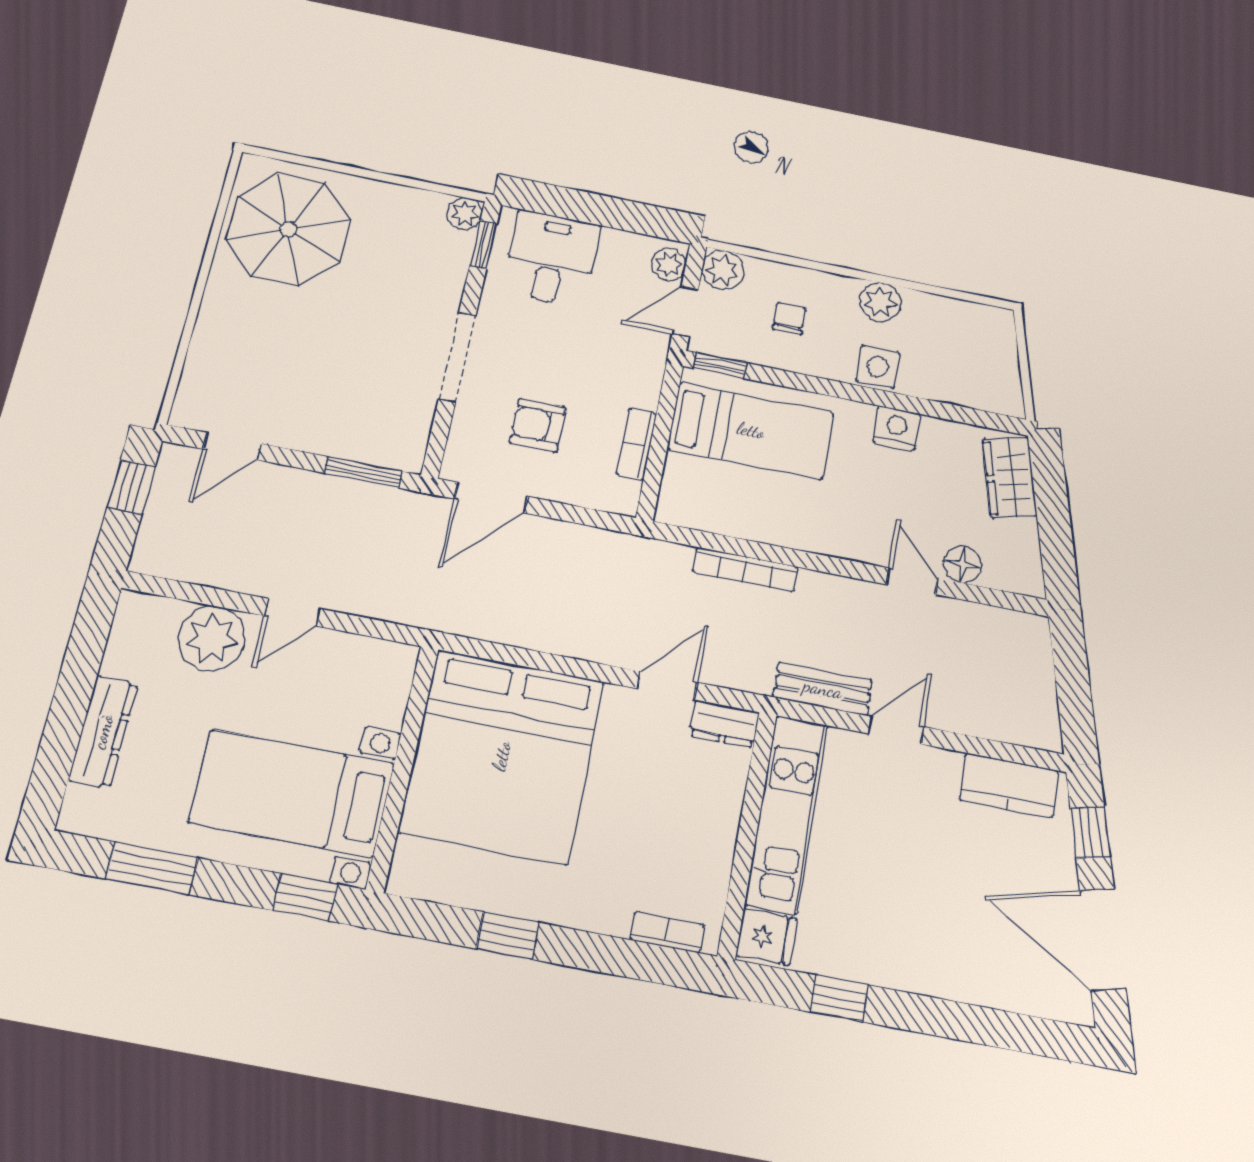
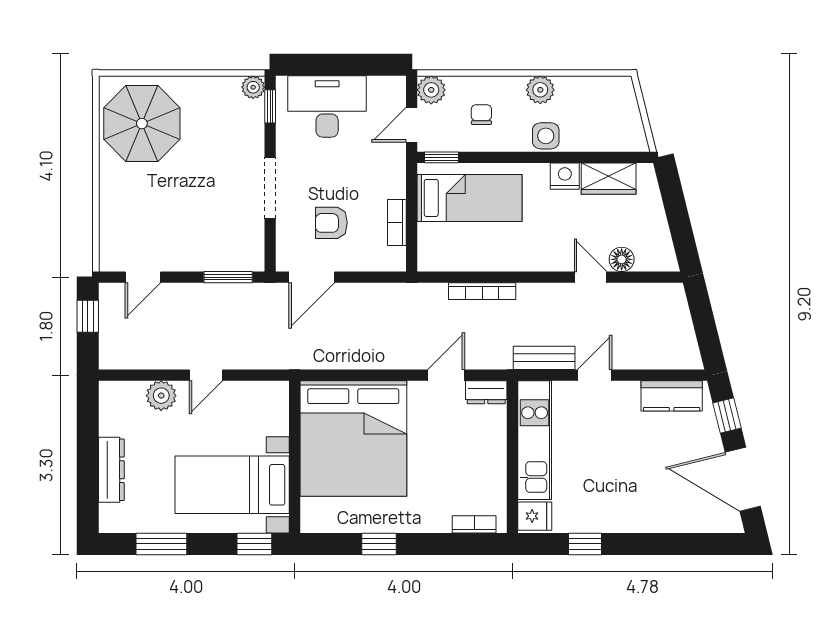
desk: (551, 259) -> (327, 107), width x1.37
plant: (669, 264) -> (395, 94), removed
wardrobe: (1010, 477) -> (609, 179), moved, turned -76
plant: (212, 638) -> (161, 396), width x0.73, depth x0.73

